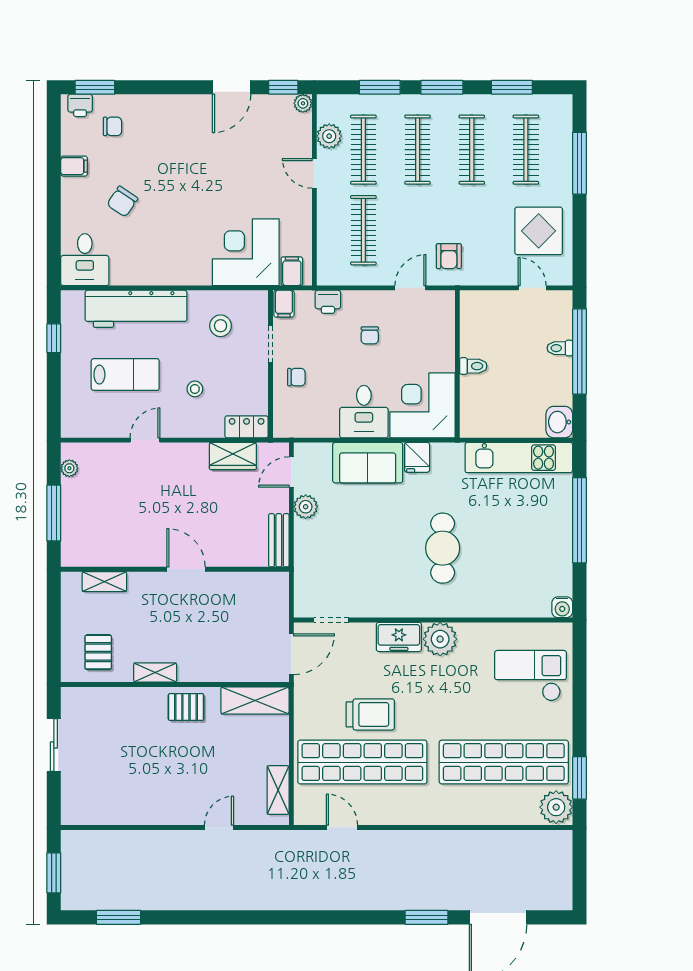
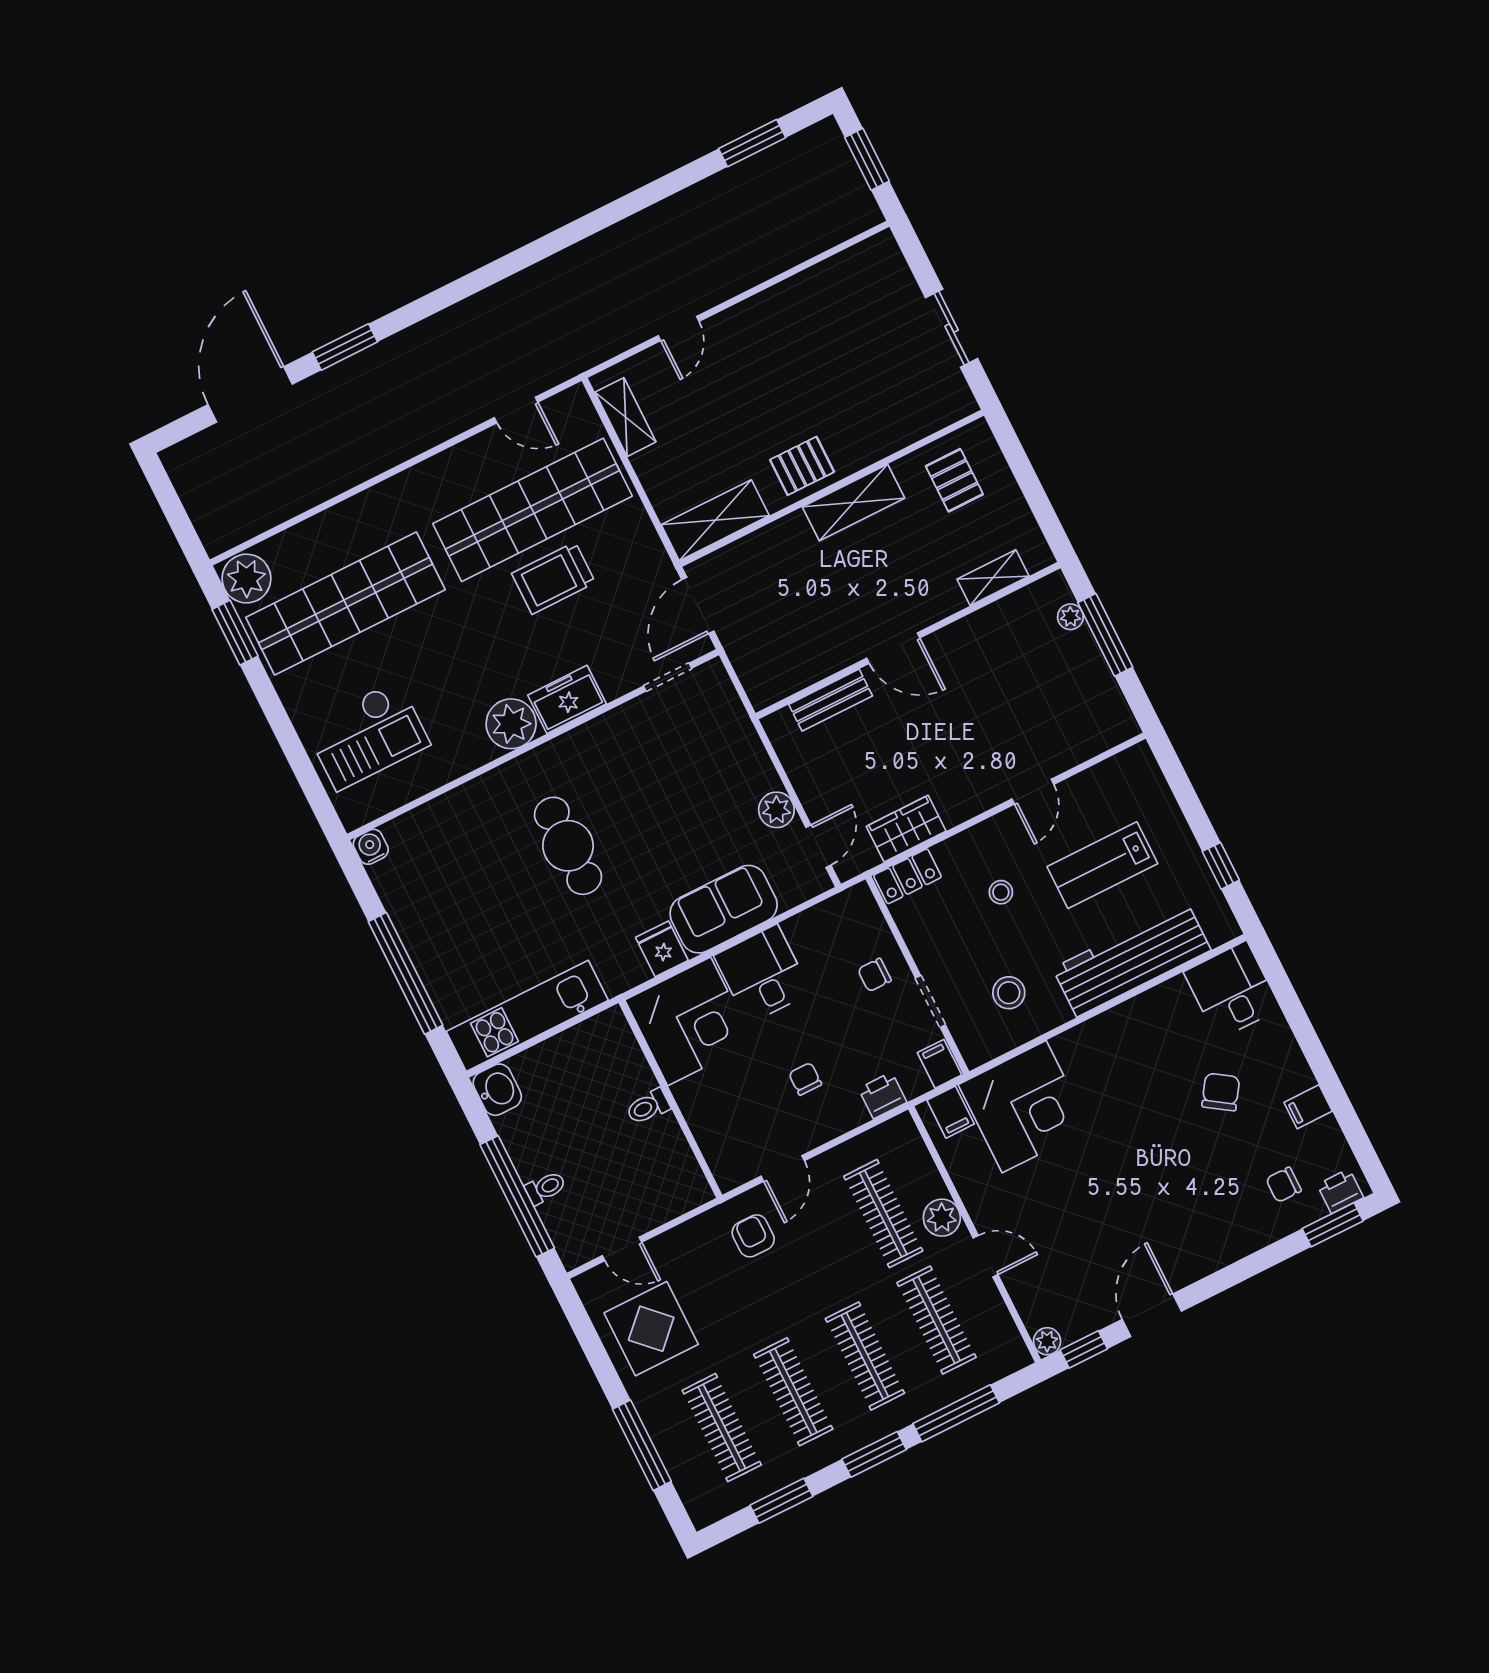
window: (380, 87) -> (956, 1413), width x1.44
plant: (329, 136) -> (942, 1218), moved
plant: (69, 468) -> (1070, 617), moved
bench: (279, 540) -> (831, 700), moved, turned 90
shelving: (155, 673) -> (854, 502), width x1.50, depth x1.33

